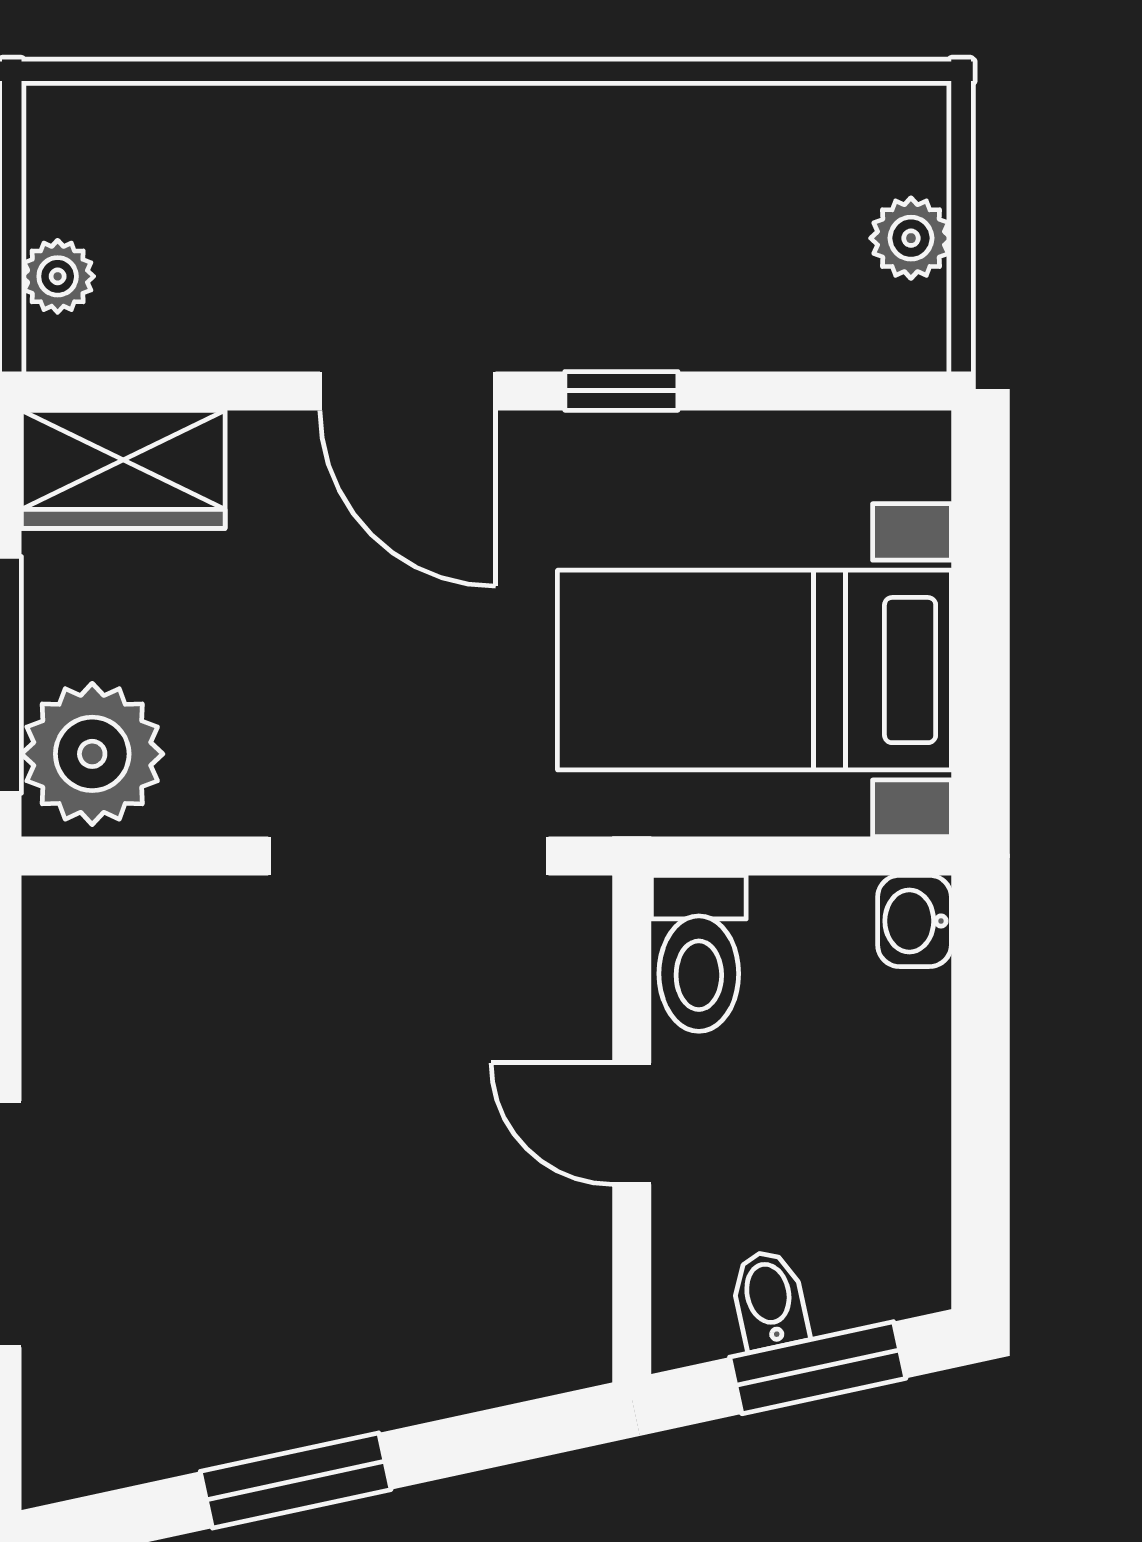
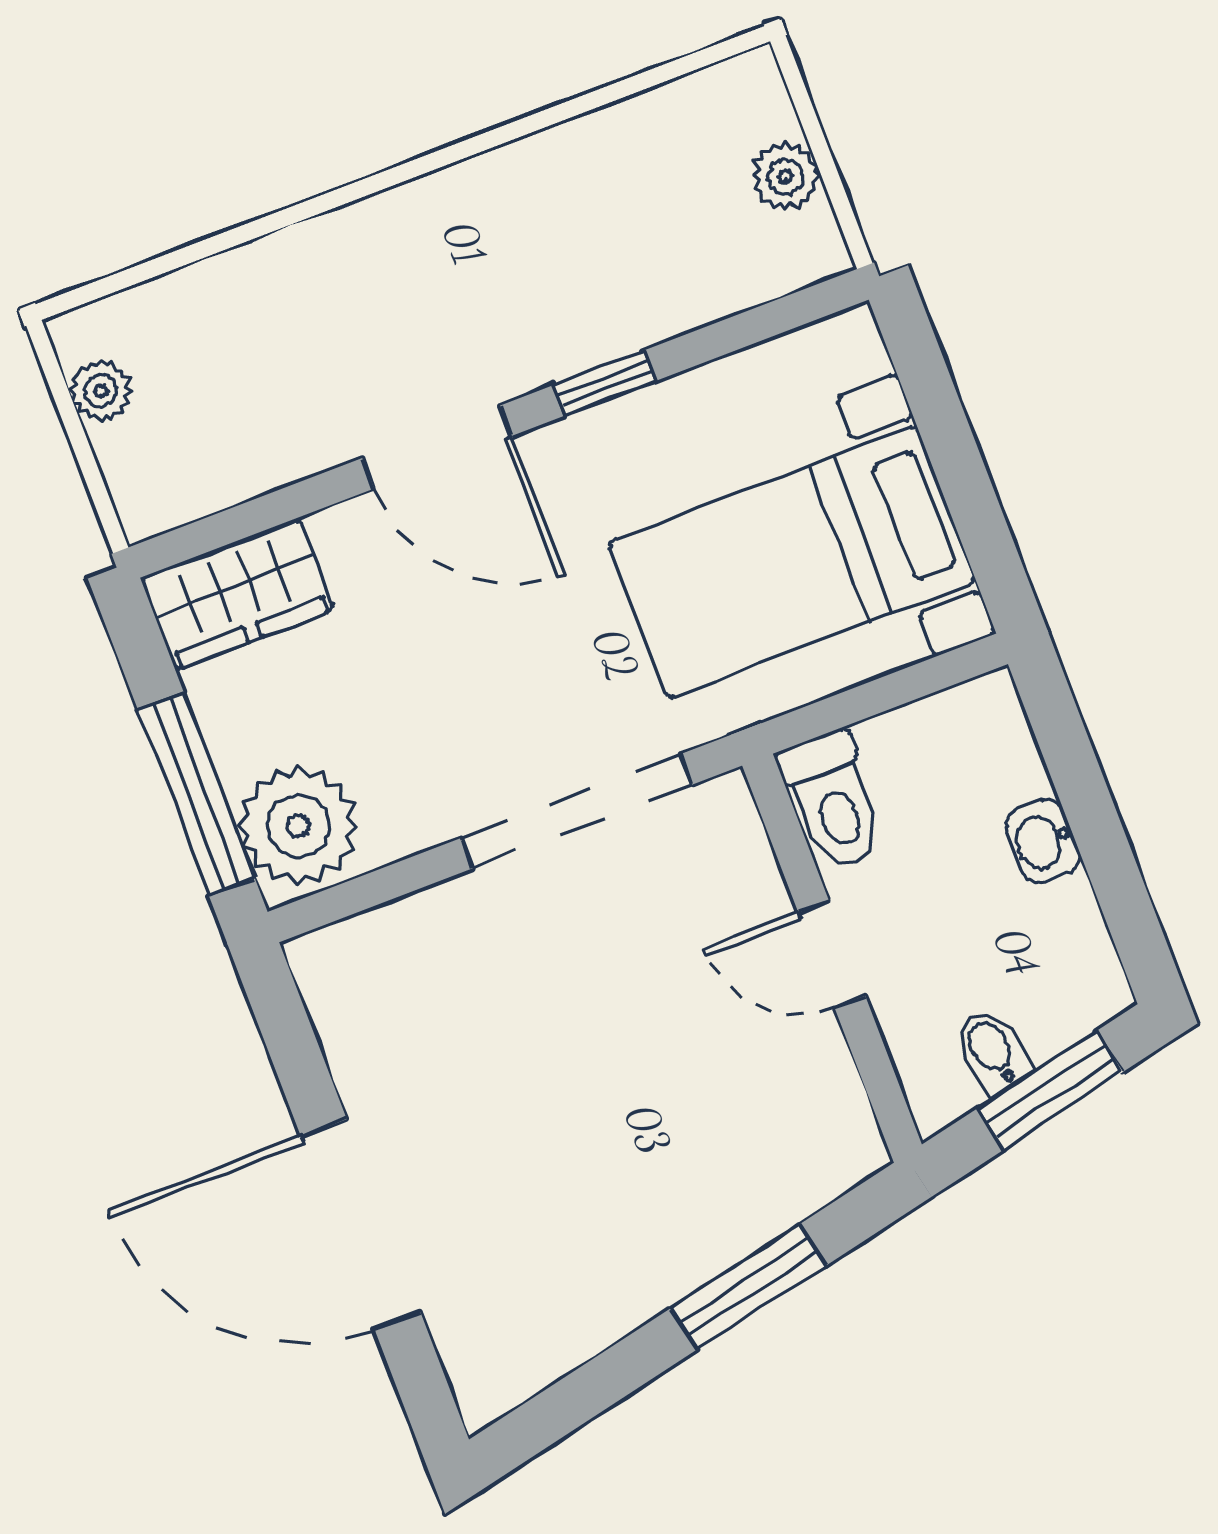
plant: (58, 276) -> (101, 391), moved
washbasin: (914, 921) -> (1043, 841), moved
window: (296, 1480) -> (748, 1287), moved

